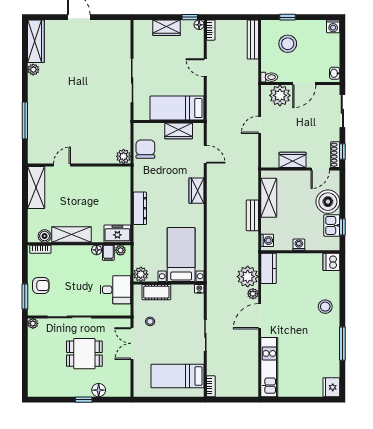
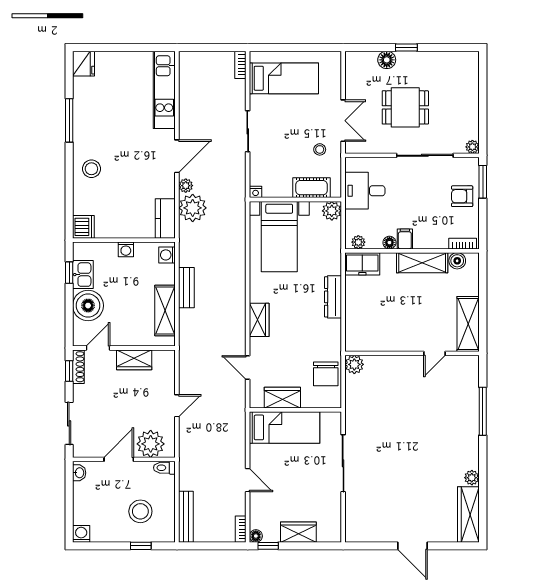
filing cabinet: (108, 253) -> (405, 239), moved

